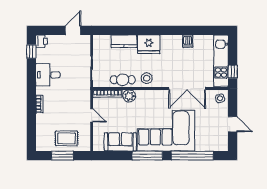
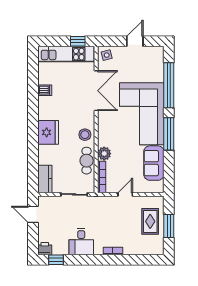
kitchen counter: (124, 41) -> (45, 179), moved

